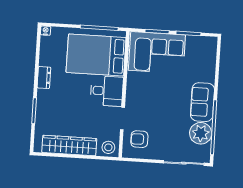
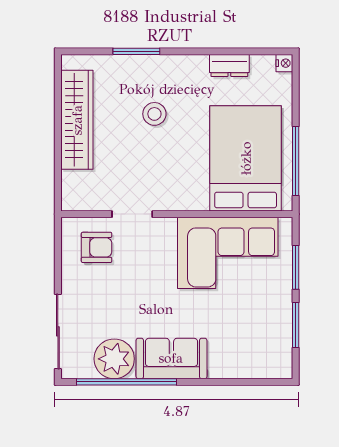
corner sofa: (157, 53) -> (228, 253), moved, turned -90
dresser: (44, 78) -> (229, 65), moved
desk: (107, 91) -> (181, 182), removed
armchair: (139, 139) -> (97, 247), turned 90
stool: (108, 147) -> (154, 114), moved

